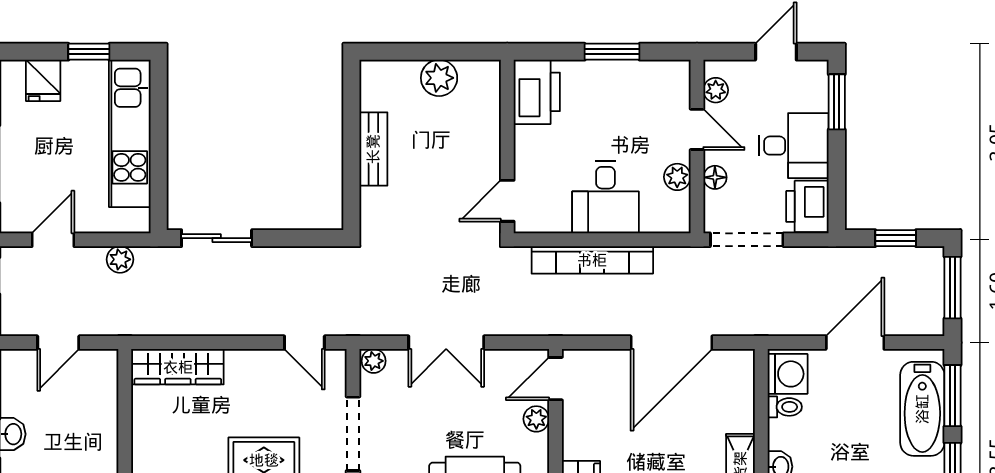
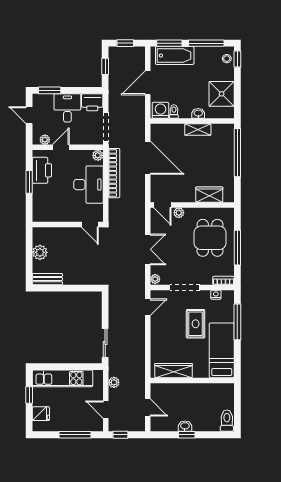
printer: (537, 92) -> (42, 170), moved, turned 90
bench: (373, 149) -> (47, 279), moved
plant: (677, 177) -> (98, 155), moved
floor lamp: (715, 177) -> (80, 140), removed
desk: (605, 197) -> (88, 185), width x1.37
bookcase: (592, 260) -> (114, 173), moved
window: (952, 288) -> (125, 43), width x0.67
door: (855, 343) -> (148, 83), hinge flipped
wardrobe: (178, 367) -> (174, 371), moved, turned -90

